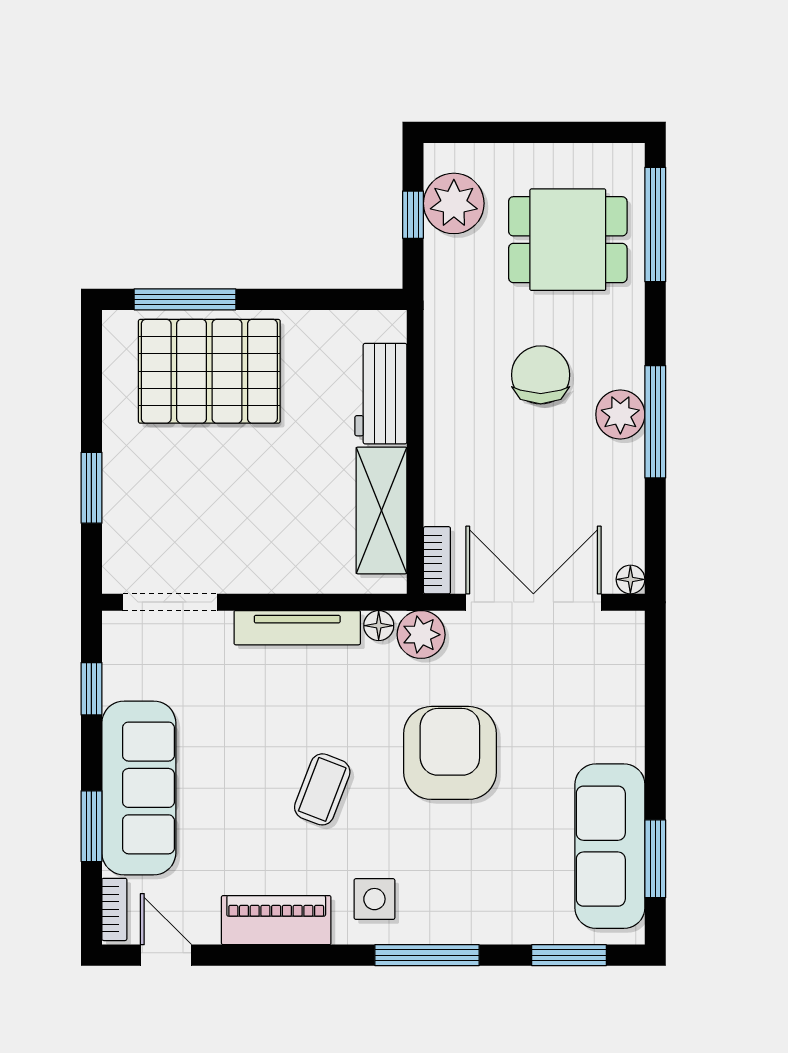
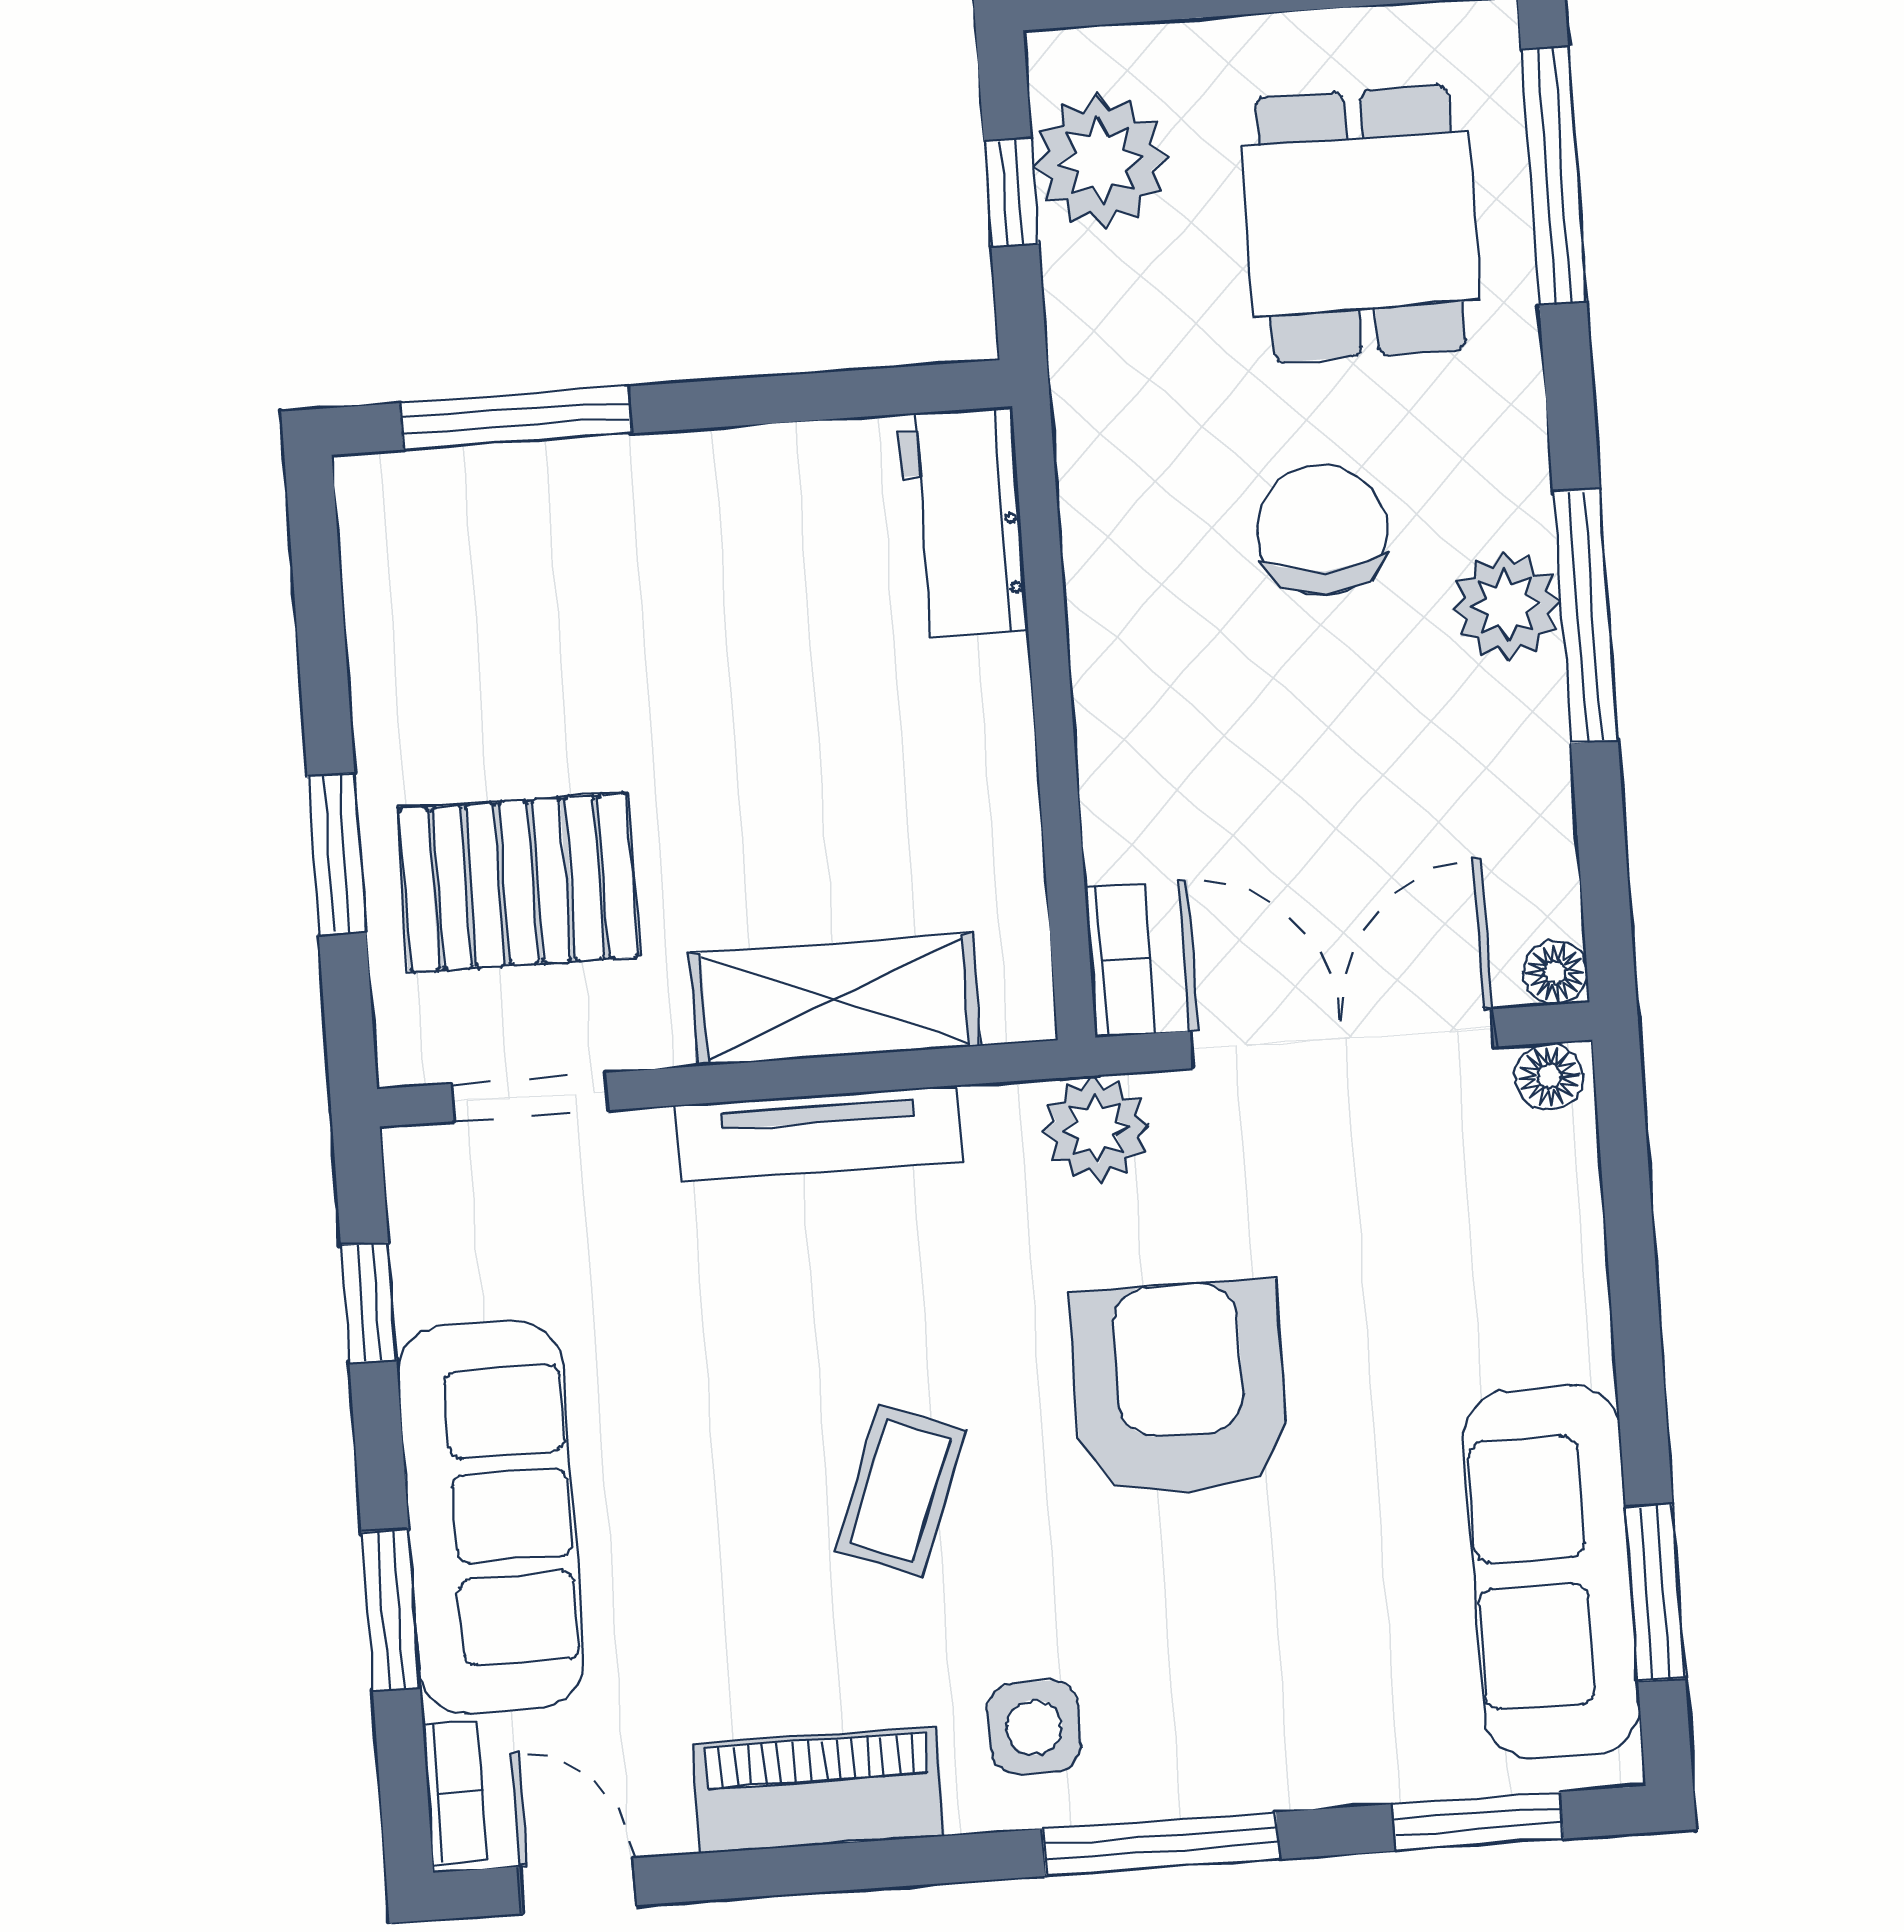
dining table: (568, 240) -> (1361, 224), turned 90
pallet: (209, 371) -> (518, 883), moved, width x0.73, depth x0.71
workbench: (381, 394) -> (963, 522), moved
shelving: (381, 510) -> (835, 999), moved, turned 90
doorway: (170, 602) -> (530, 1097), width x0.73
floor lamp: (379, 626) -> (1549, 1076), moved

